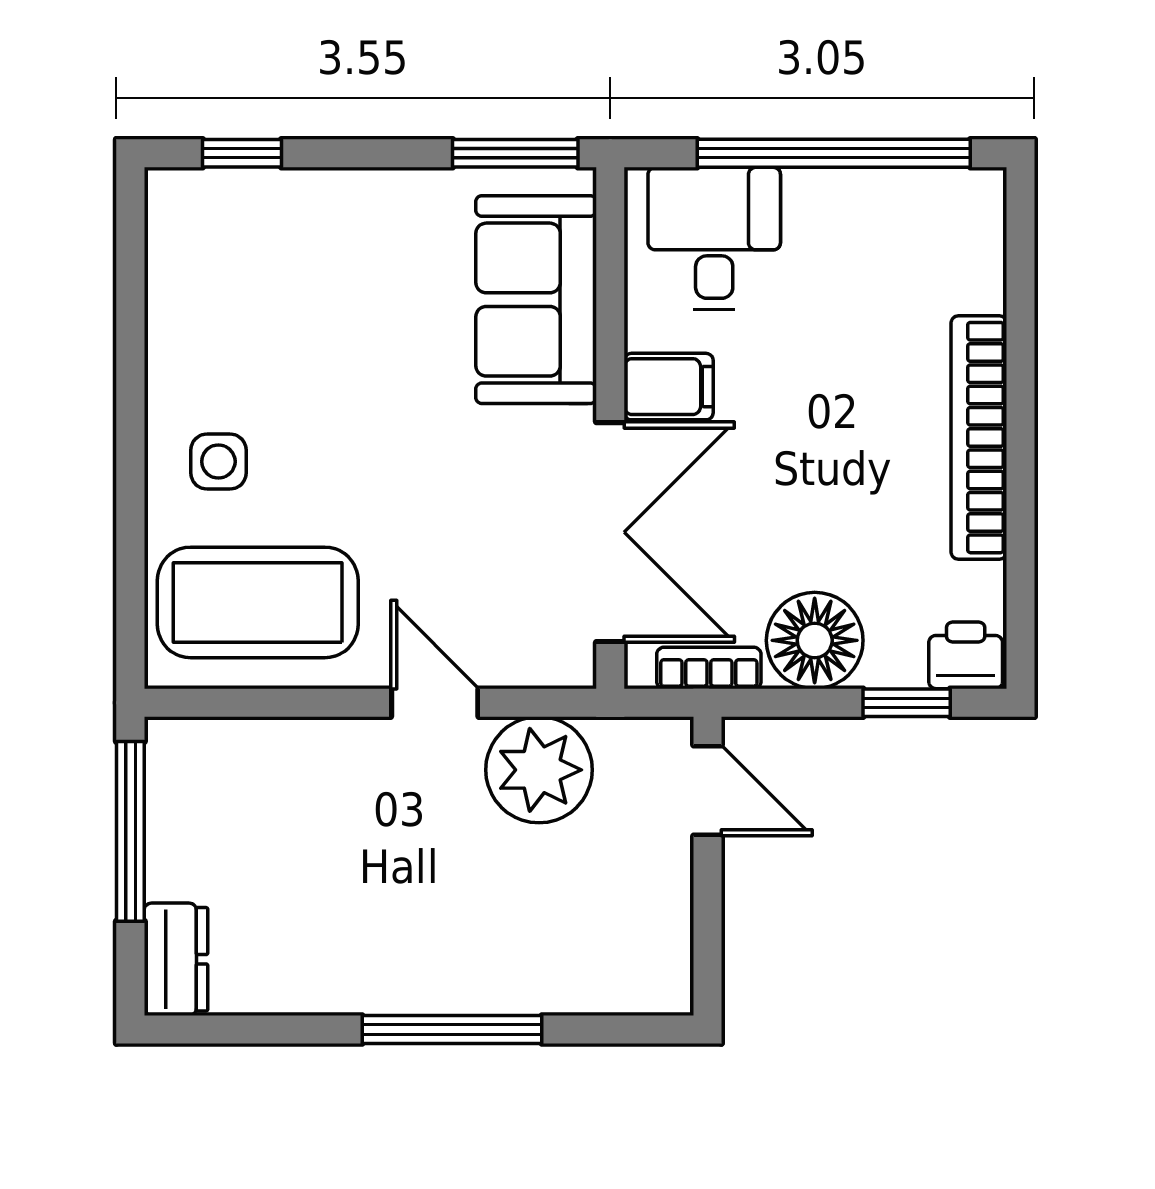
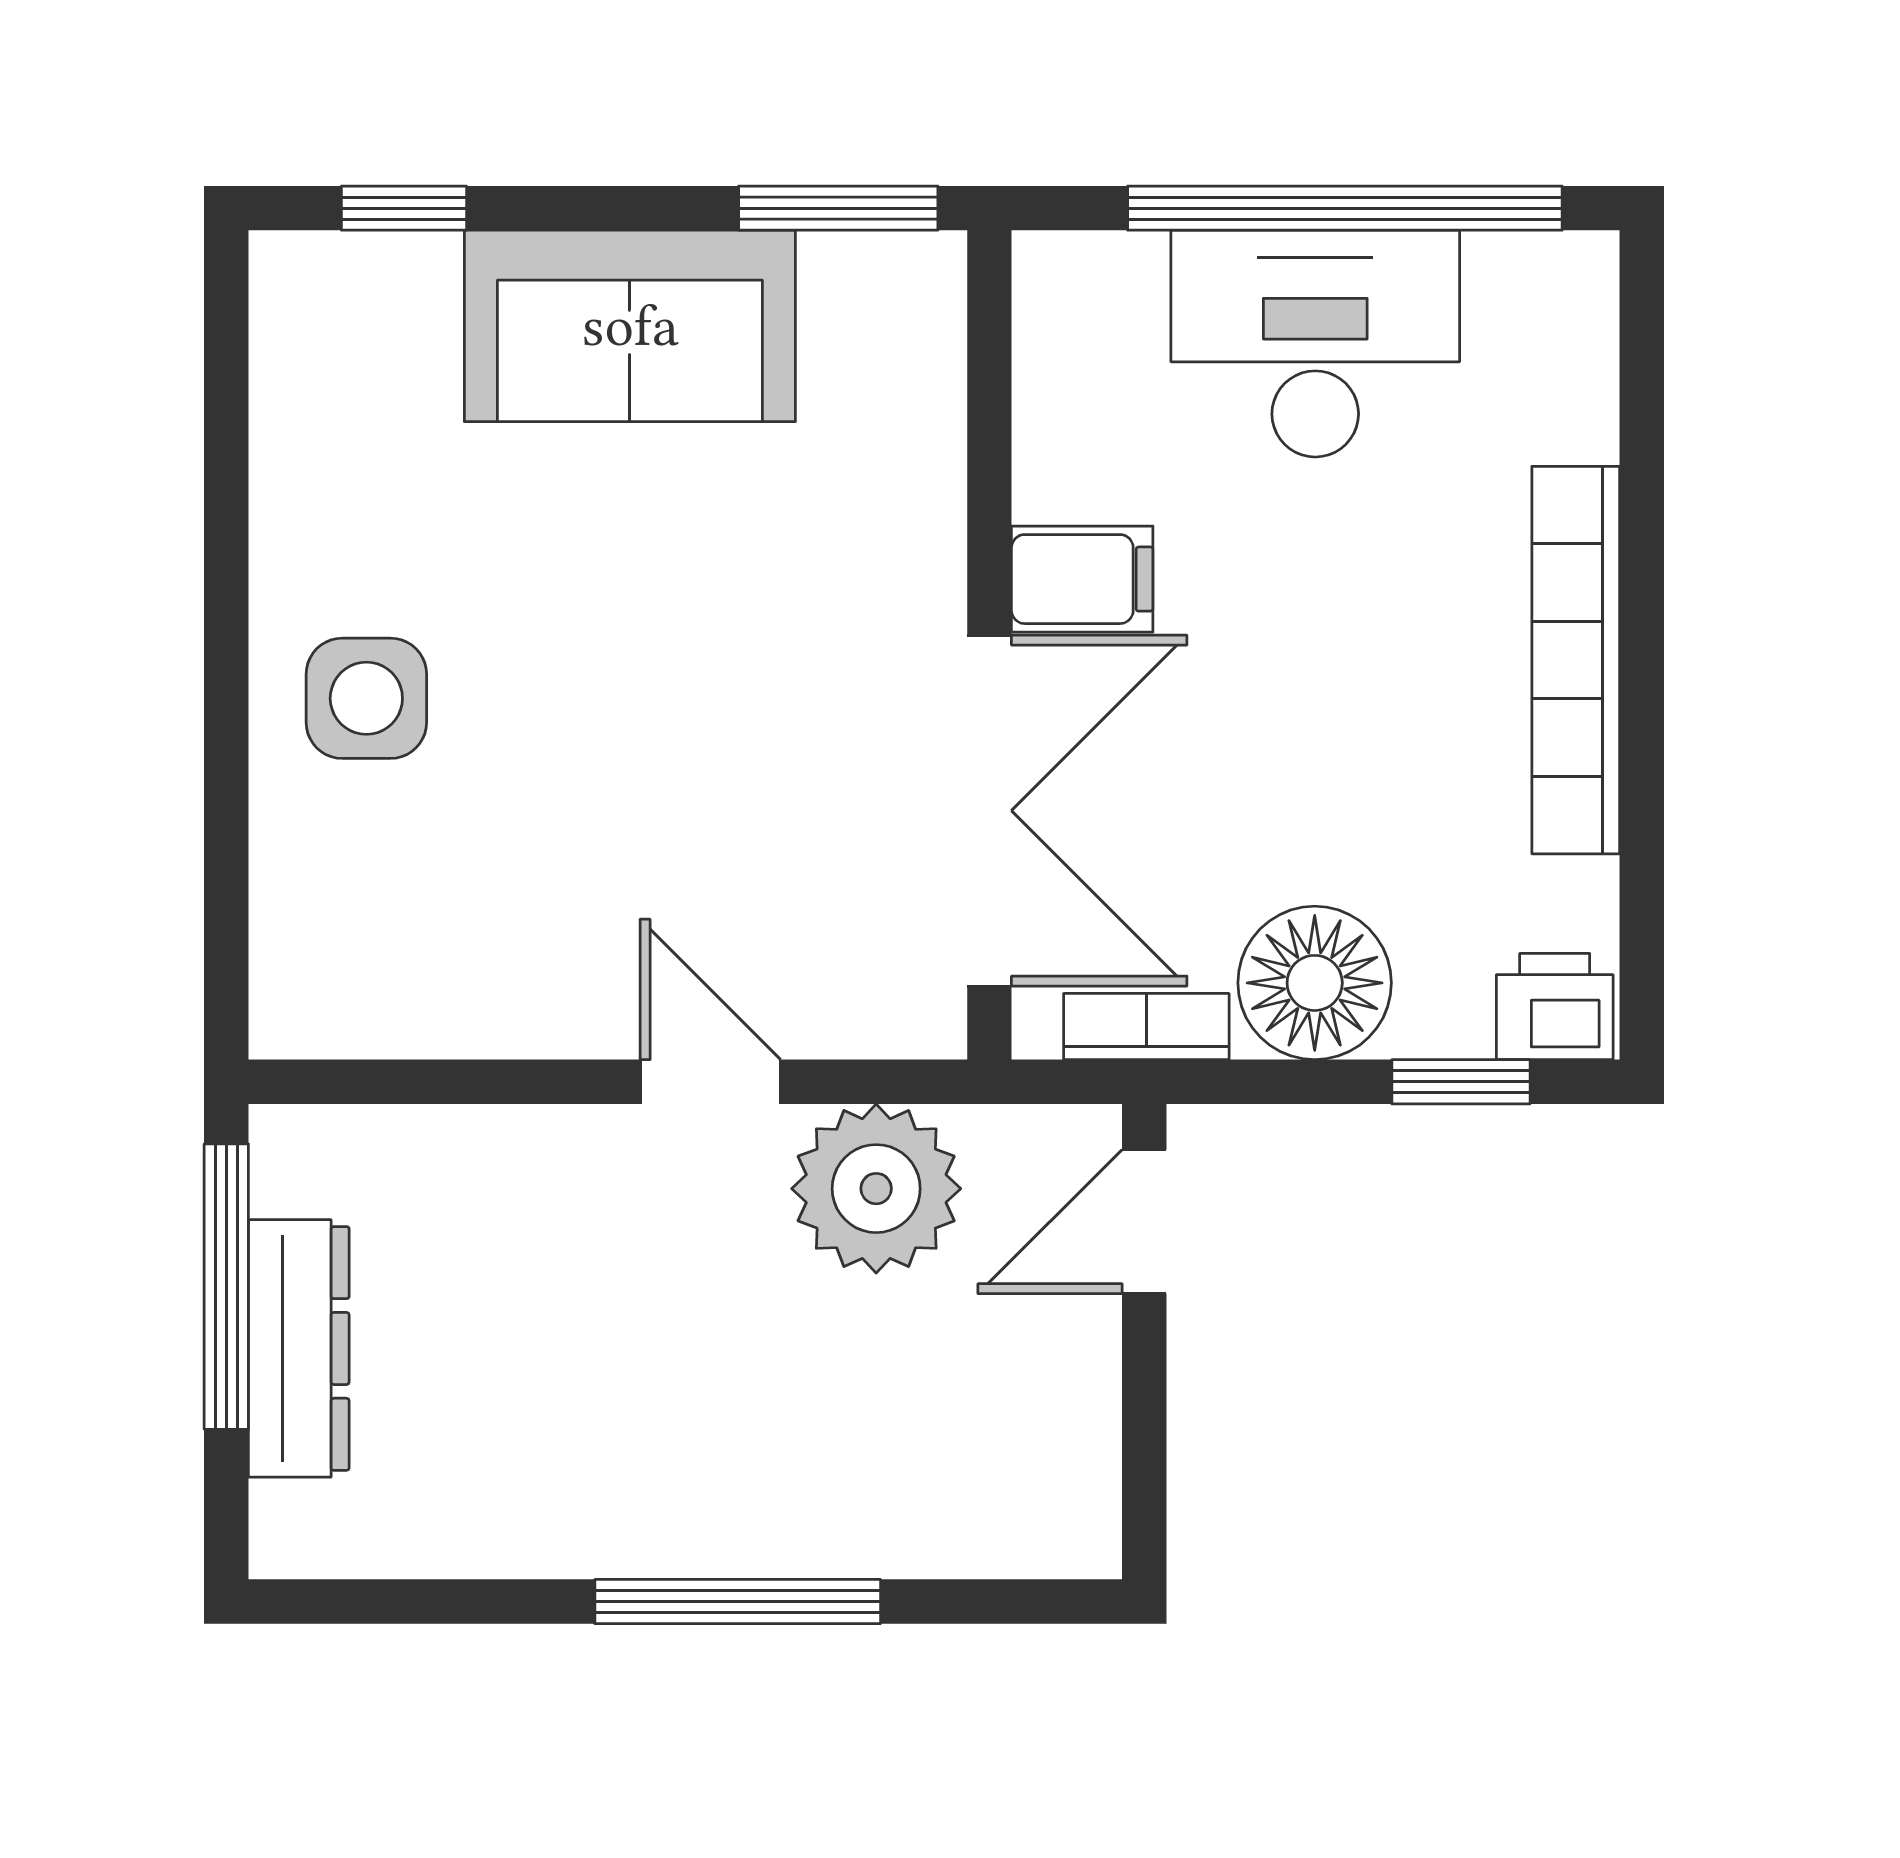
desk: (714, 239) -> (1315, 344), moved, width x1.37
sofa: (536, 300) -> (630, 326), moved, turned -90
side table: (218, 462) -> (366, 698), width x1.37, depth x1.37
coffee table: (258, 602) -> (429, 922), removed
door: (708, 791) -> (1144, 1222), swing flipped
dresser: (176, 959) -> (299, 1348), moved, width x1.44

